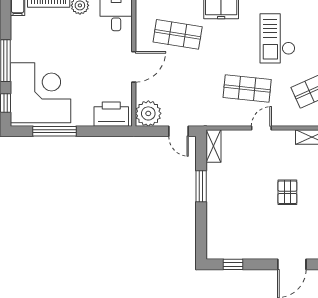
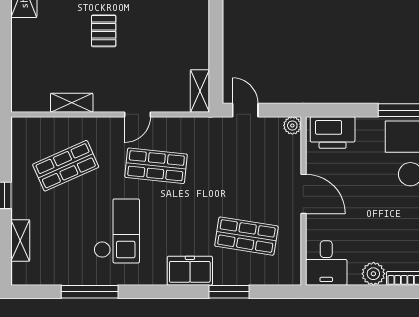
door: (134, 67) -> (303, 194), swing flipped
plant: (148, 113) -> (292, 125), width x0.53, depth x0.53
window: (201, 186) -> (216, 39), removed

